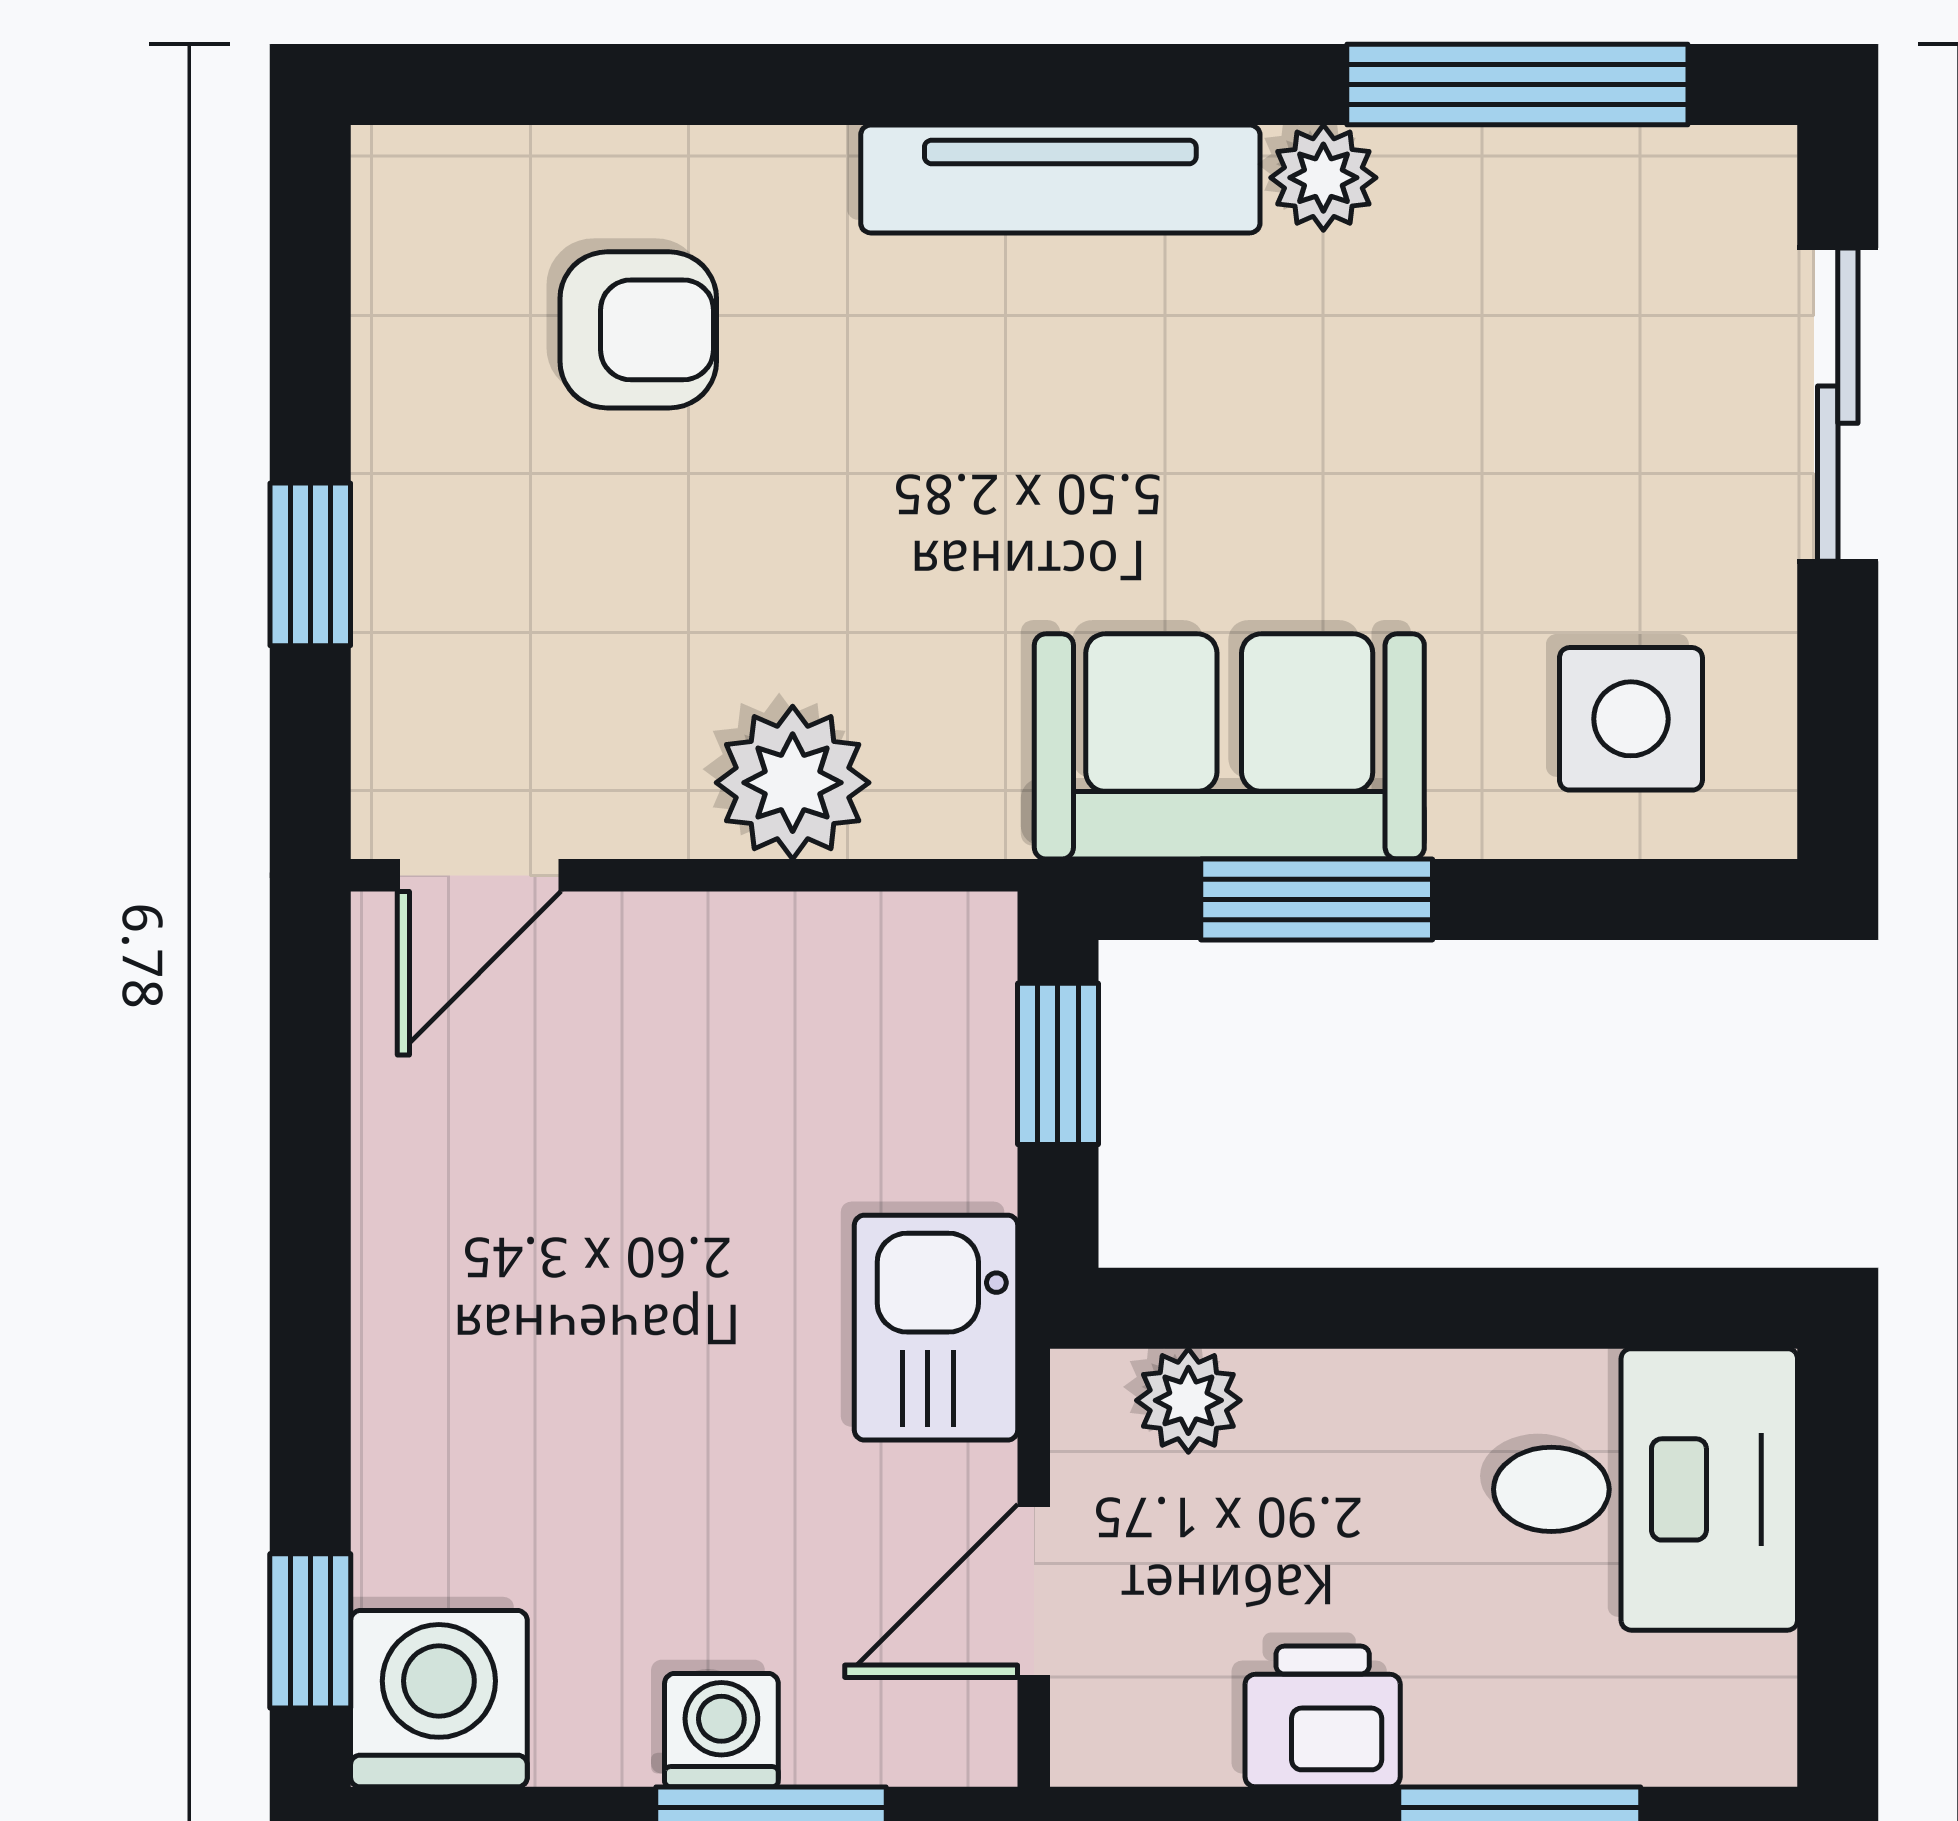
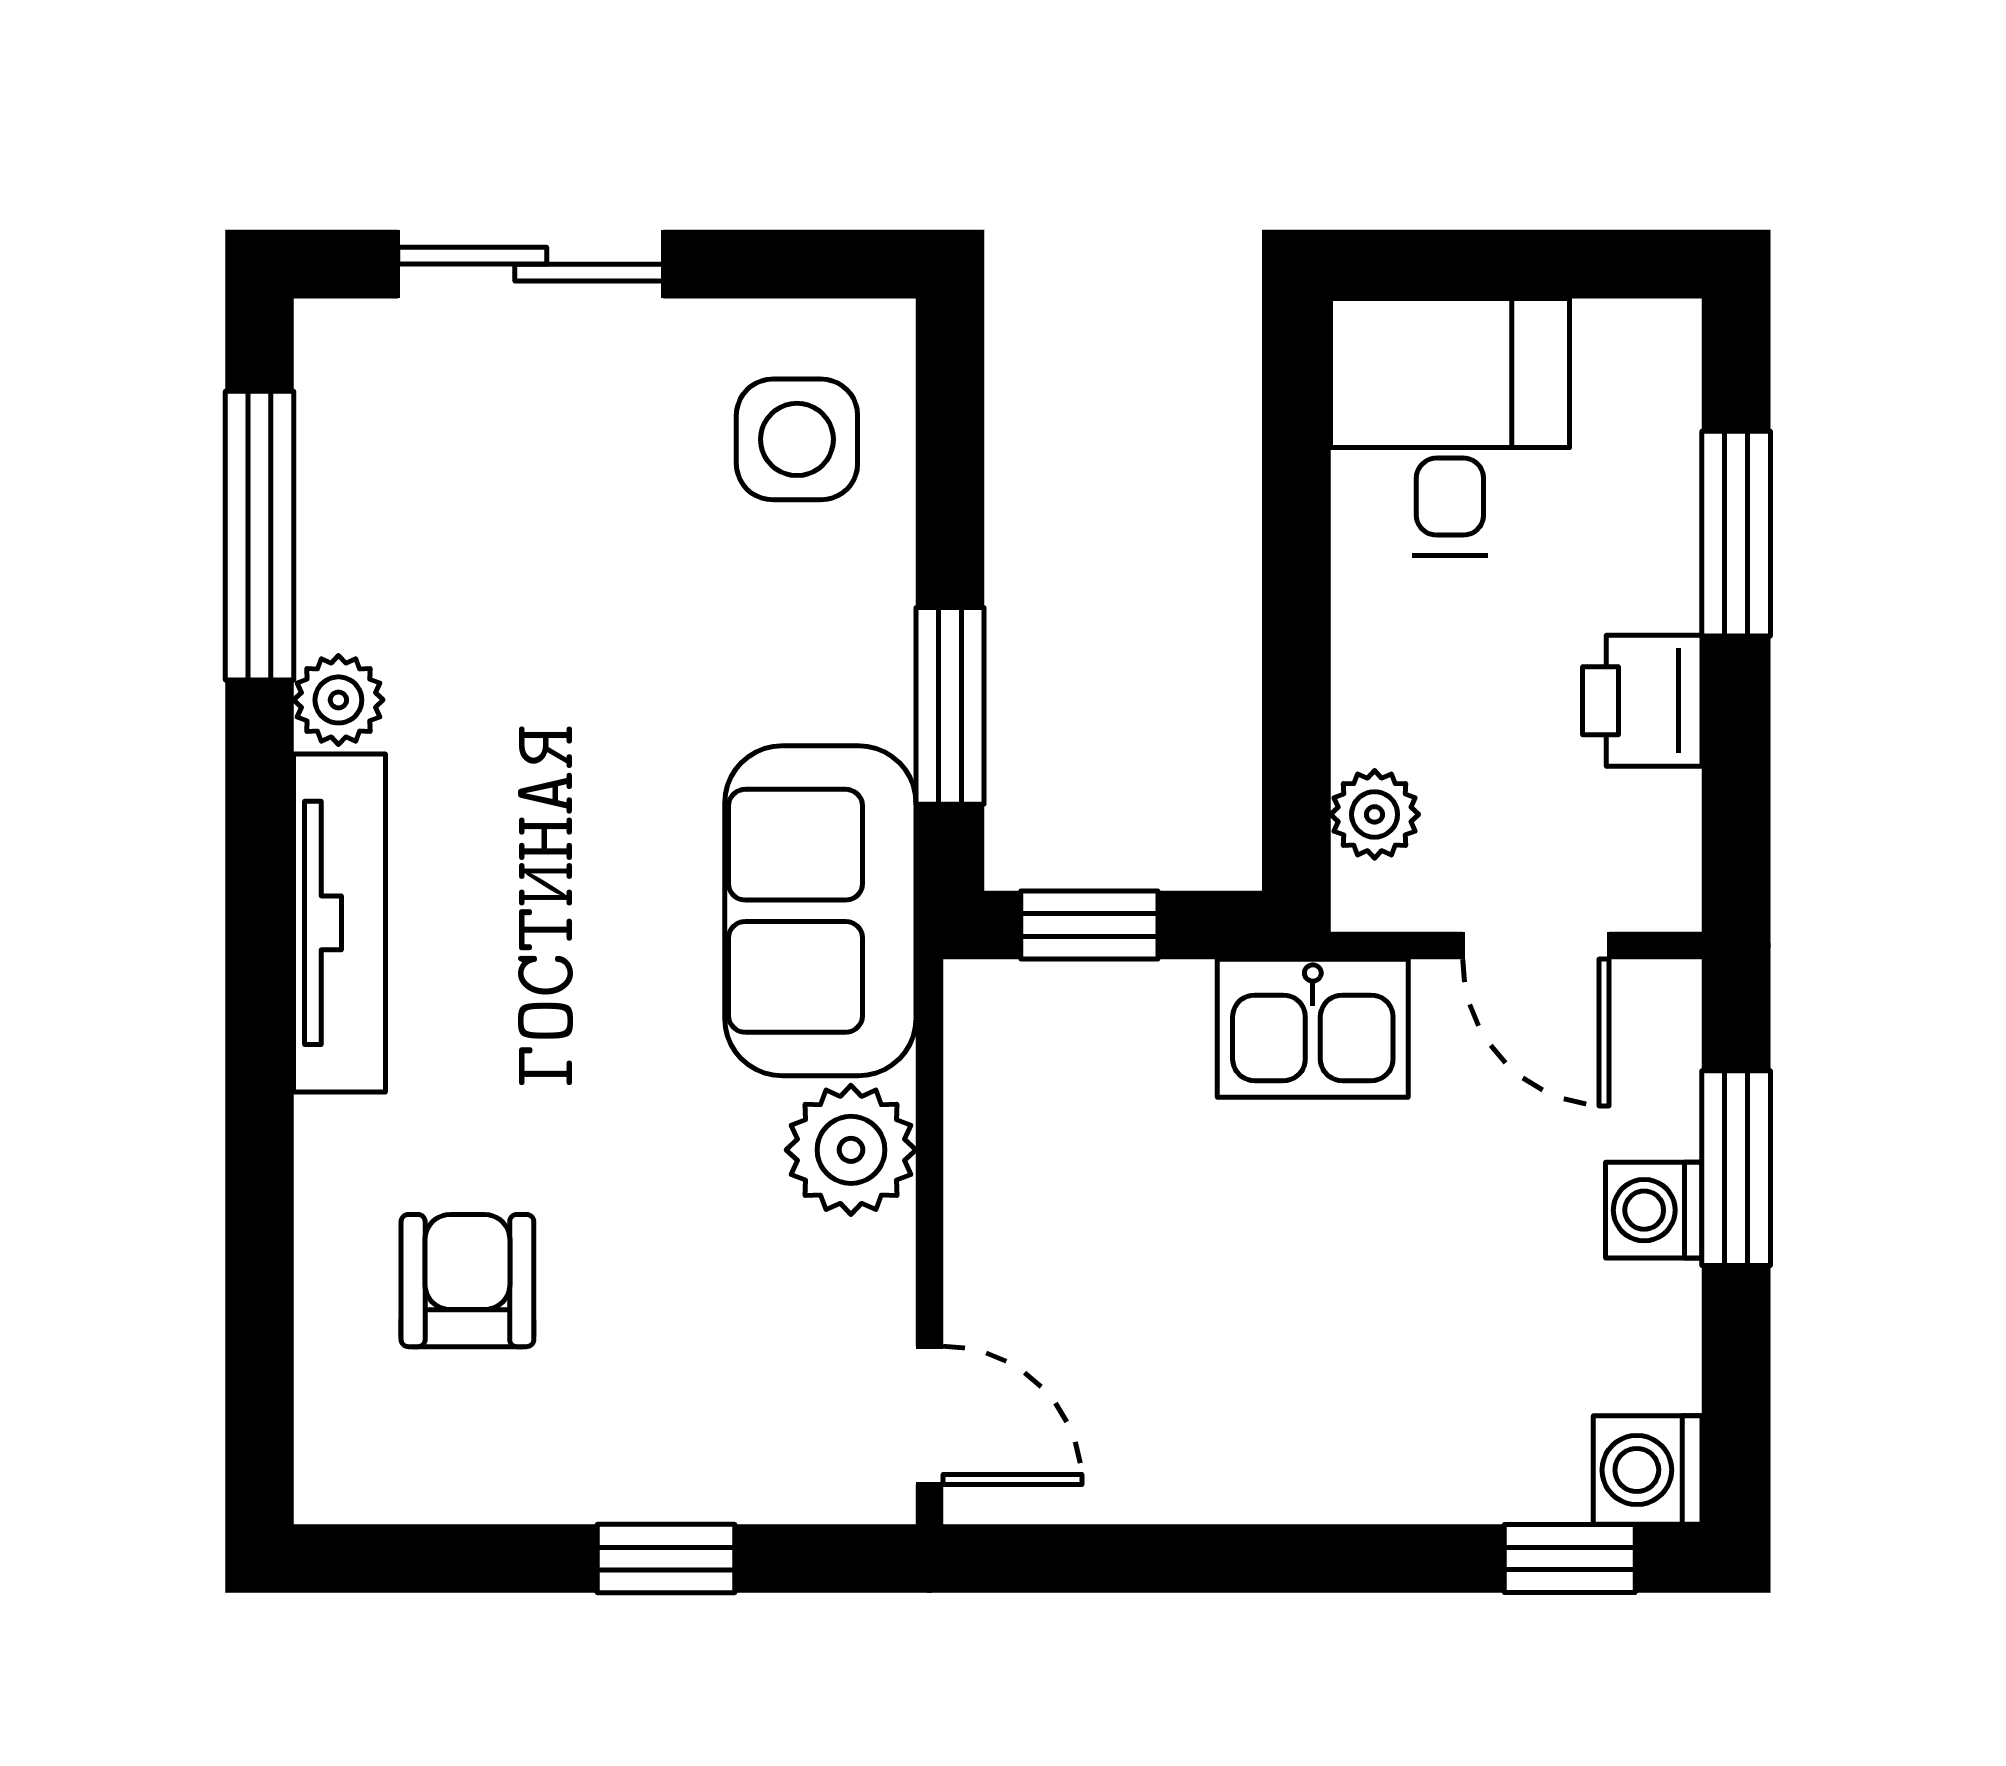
sofa: (1229, 746) -> (820, 911), moved
washing machine: (439, 1699) -> (1648, 1470), width x0.73, depth x0.73

